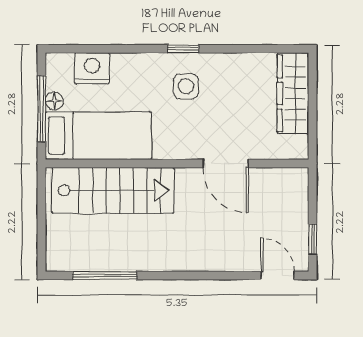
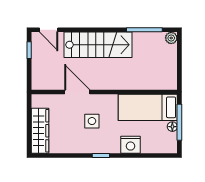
nightstand: (92, 68) -> (131, 145), moved
side table: (186, 86) -> (92, 121), moved
stairs: (113, 190) -> (98, 45), moved, turned 180
plant: (56, 261) -> (171, 38), added

